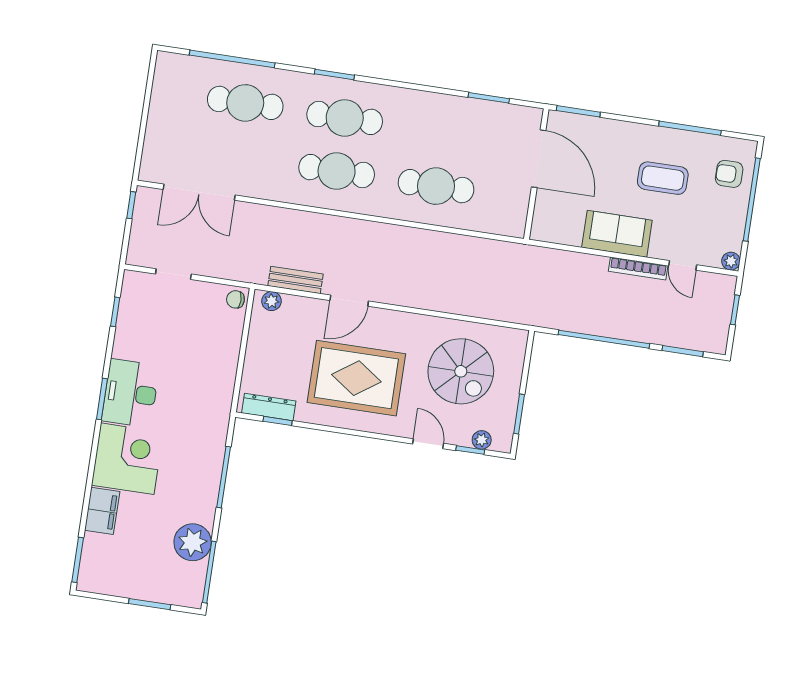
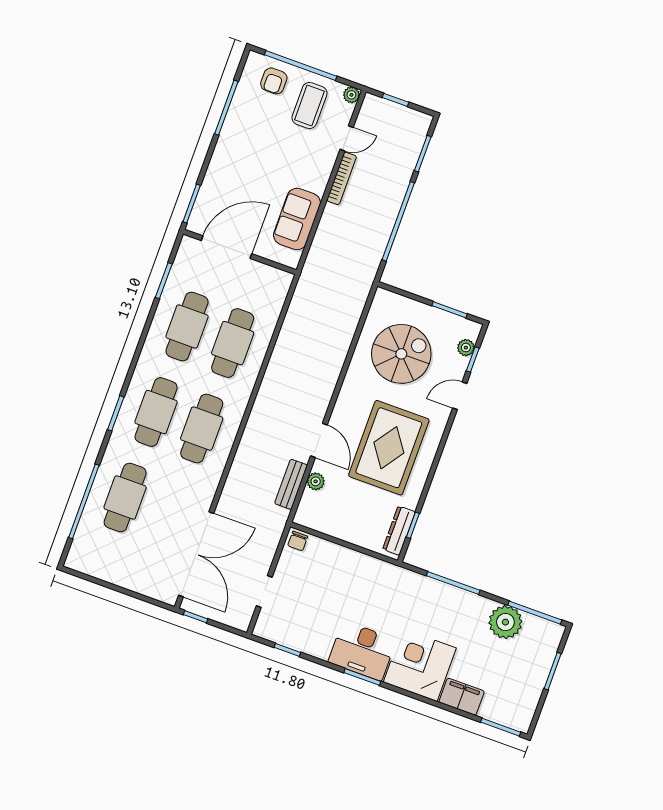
cafe table: (444, 133) -> (187, 327), added
coffee table: (663, 178) -> (309, 106), moved
double door: (199, 192) -> (196, 554), width x1.36
sofa: (617, 234) -> (297, 219), moved
plant: (271, 301) -> (316, 481), moved

